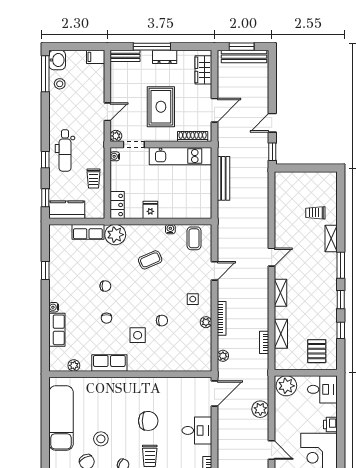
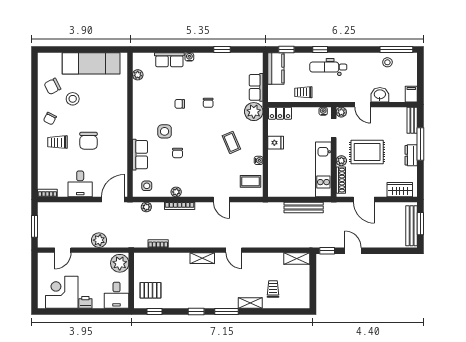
washbasin: (57, 60) -> (380, 95), moved, turned 180
plant: (171, 136) -> (341, 161), added
side table: (193, 299) -> (147, 186), moved
window: (341, 330) -> (155, 311), moved
shelving: (281, 334) -> (297, 258), moved
row of seats: (109, 363) -> (140, 155), moved
door: (214, 393) -> (113, 199), swing flipped

